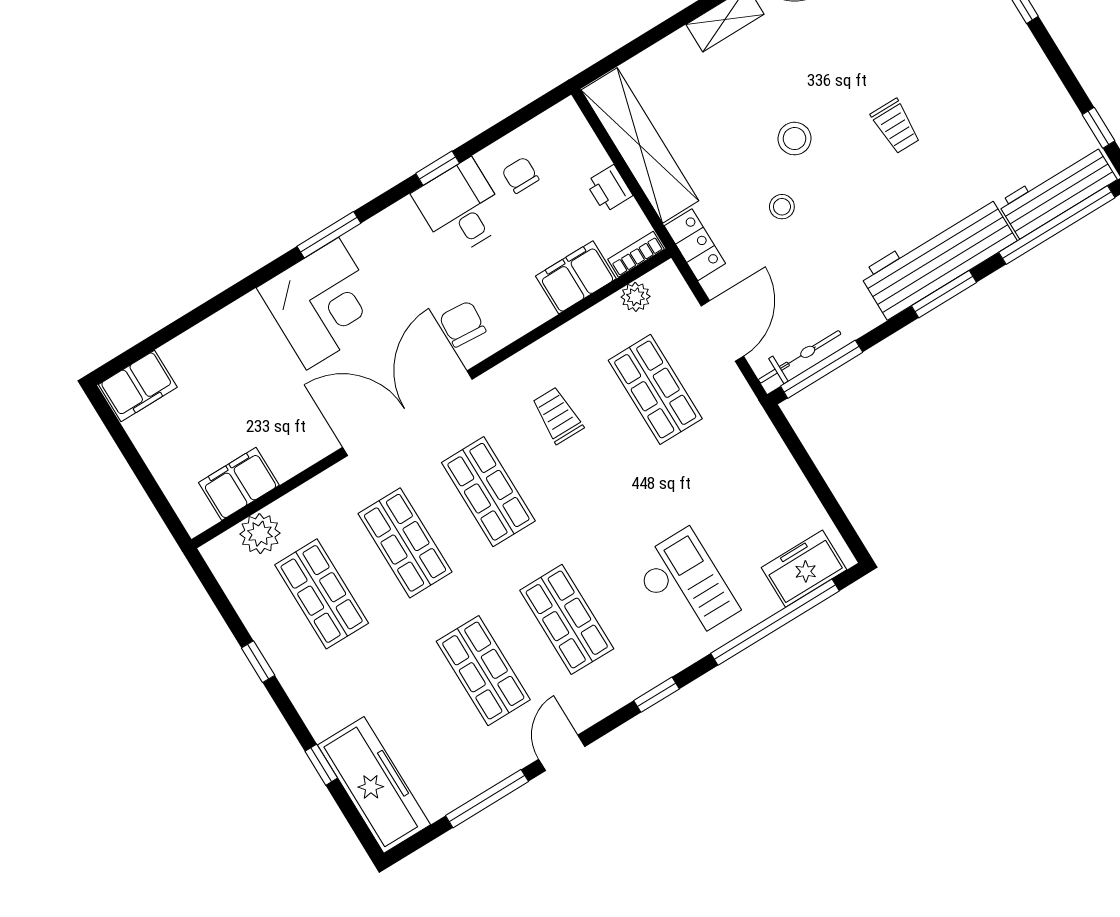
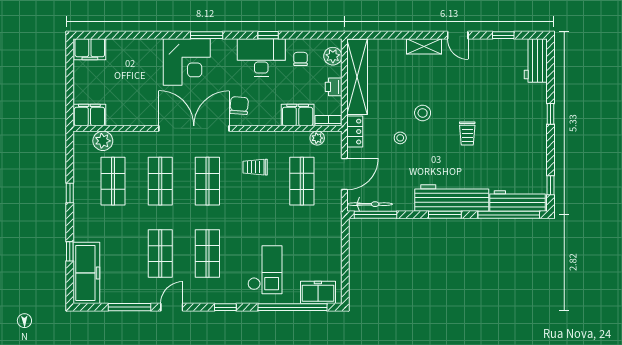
plant: (574, 135) -> (333, 56), added
desk: (461, 208) -> (261, 57), width x1.37
trolley: (558, 415) -> (255, 167), turned -90
filing cabinet: (239, 484) -> (89, 115), moved

